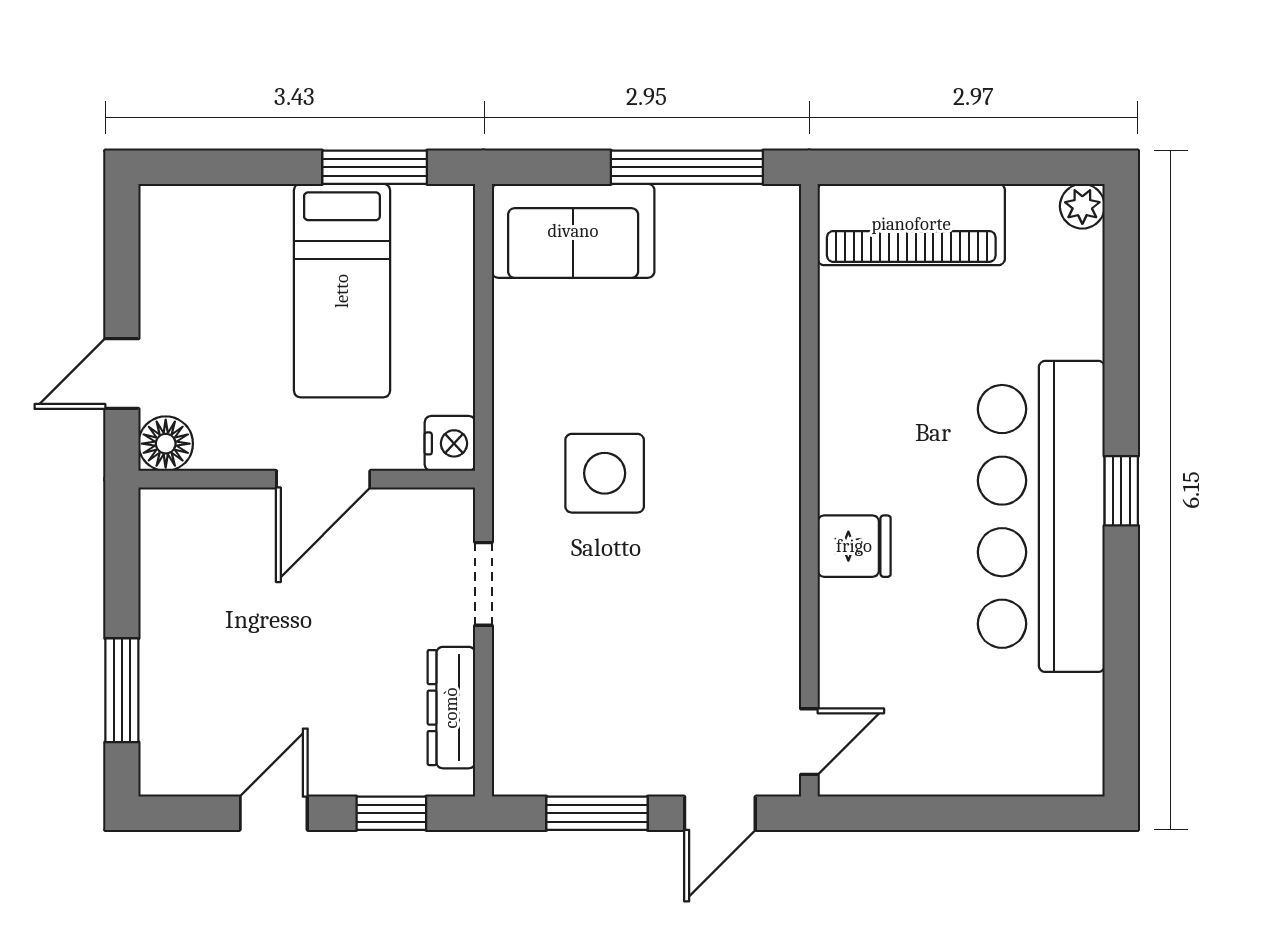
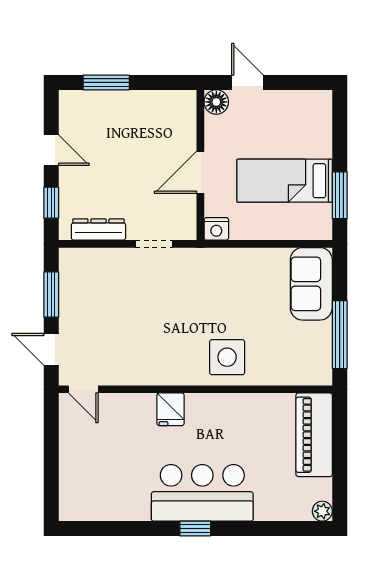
side table: (605, 473) -> (227, 357), moved
door: (323, 479) -> (200, 172), hinge flipped
bar counter: (1041, 516) -> (202, 493), width x0.73

